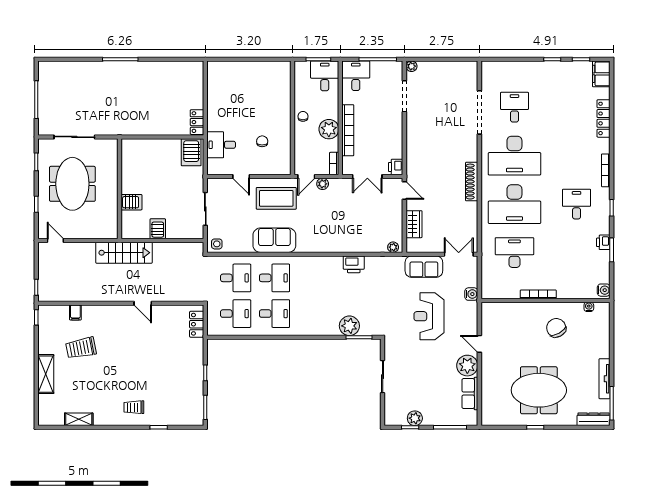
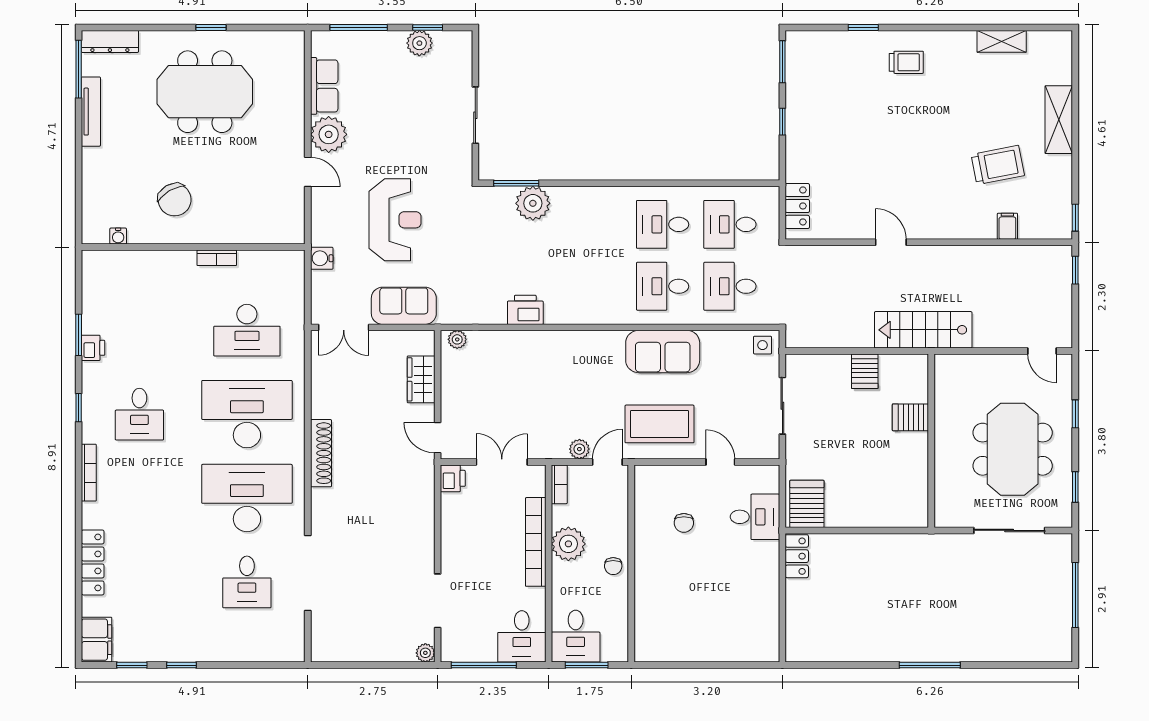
water cooler: (604, 290) -> (92, 265), removed
bookcase: (538, 294) -> (217, 258), width x0.64

